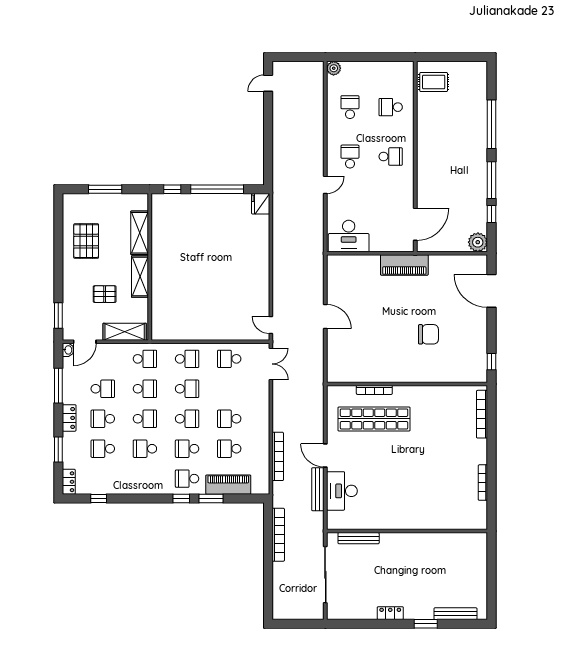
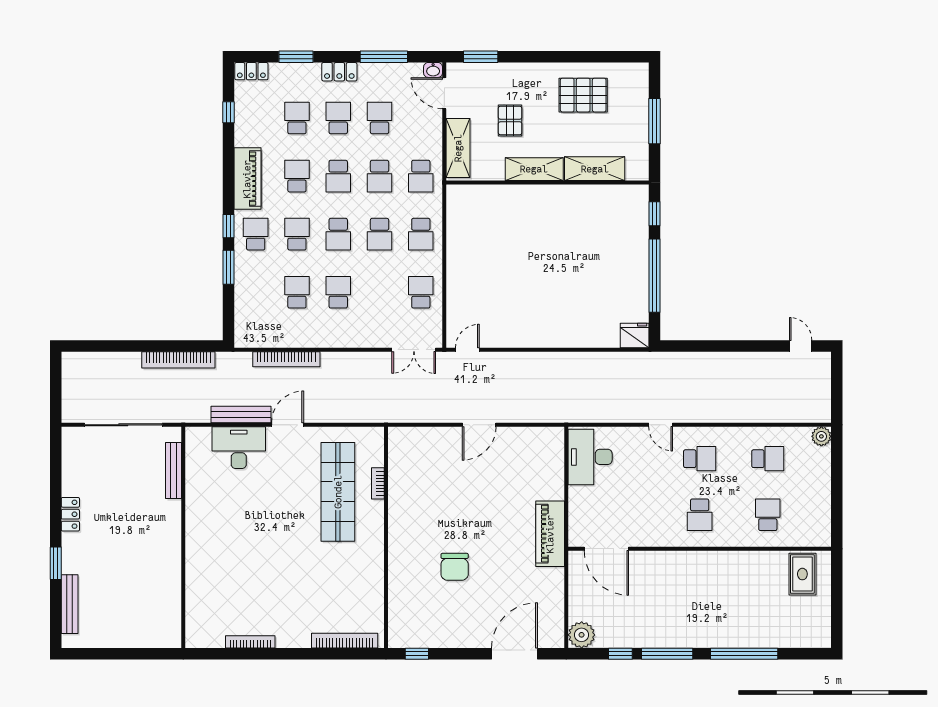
school desk: (103, 389) -> (380, 118), turned 180
bookcase: (374, 390) -> (378, 483), width x0.64
piano: (228, 485) -> (247, 179), moved

